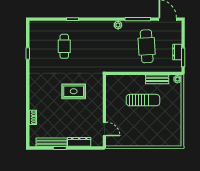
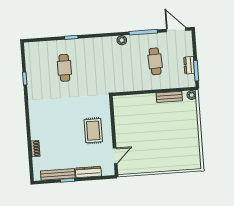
cafe table: (147, 46) -> (155, 61), width x0.73, depth x0.74
rug: (74, 91) -> (93, 131), moved, turned 90
sun lounger: (143, 100) -> (155, 121), removed
door: (104, 129) -> (115, 156), hinge flipped

